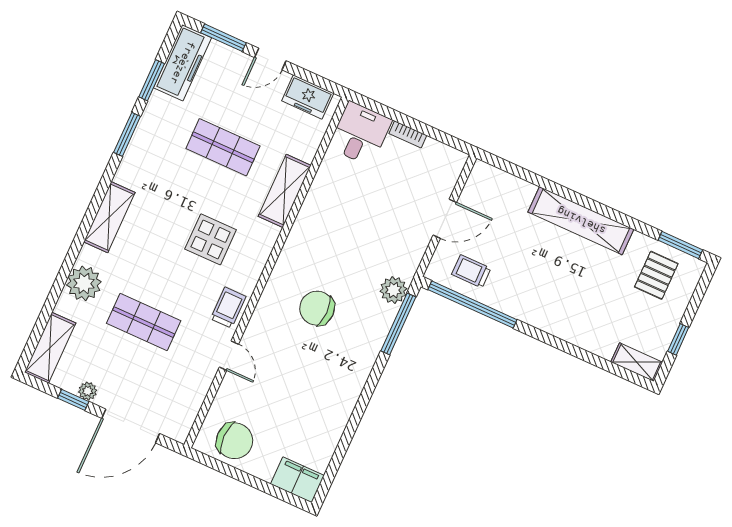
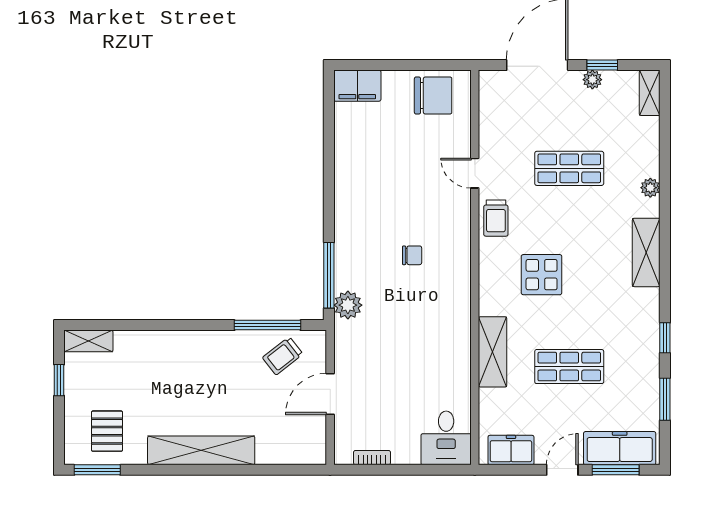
freezer: (183, 63) -> (620, 448), moved, turned 90
window: (127, 134) -> (665, 338), width x0.67
bookcase: (408, 134) -> (372, 458), moved
trolley: (471, 271) -> (283, 356), turned 142
plant: (84, 283) -> (650, 188), width x0.53, depth x0.53
window: (472, 305) -> (267, 325), width x0.68
chair: (317, 308) -> (412, 255), width x0.54, depth x0.54
shelving: (50, 348) -> (650, 93), width x0.67, depth x0.75
chair: (235, 441) -> (433, 95), turned 180

